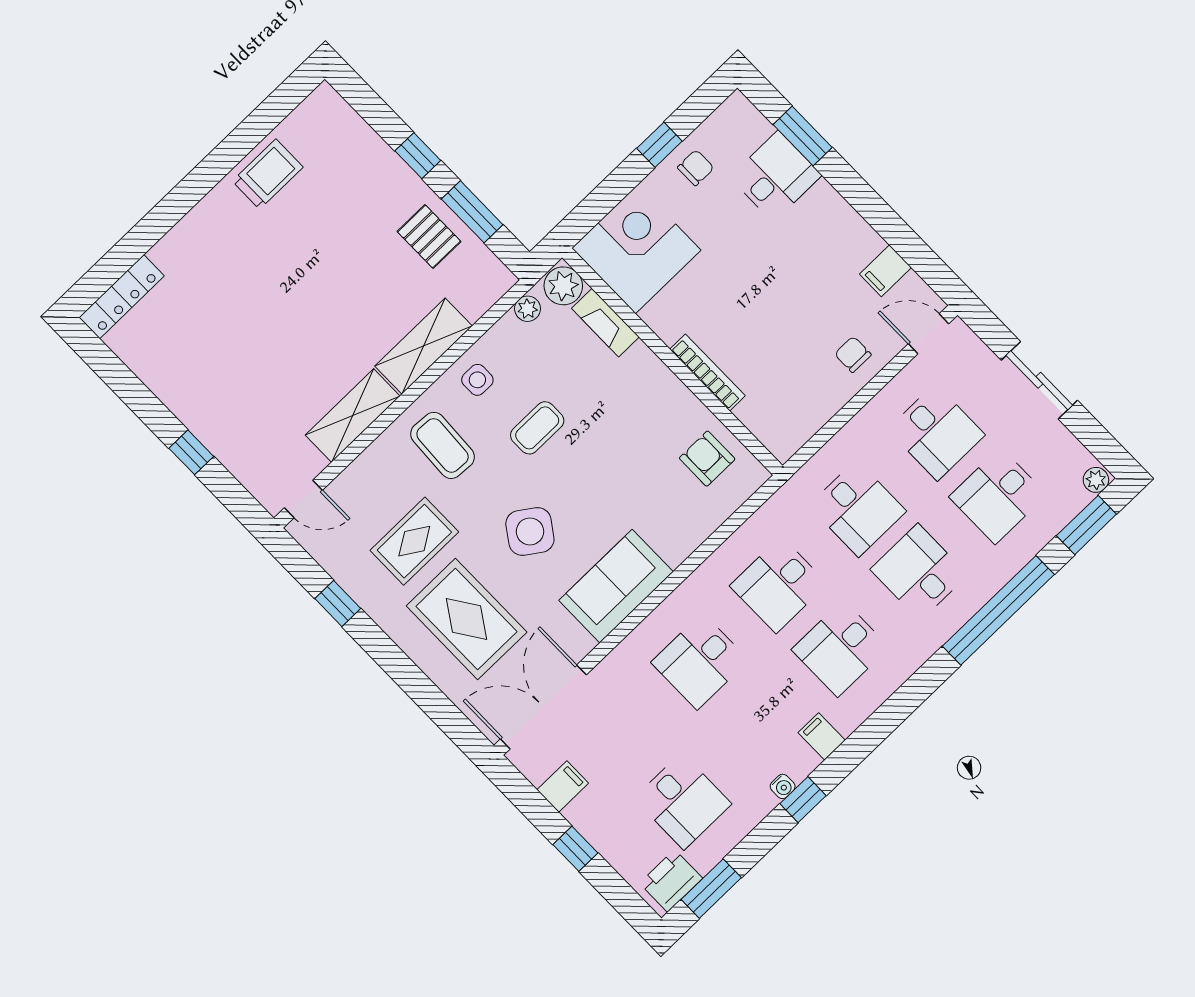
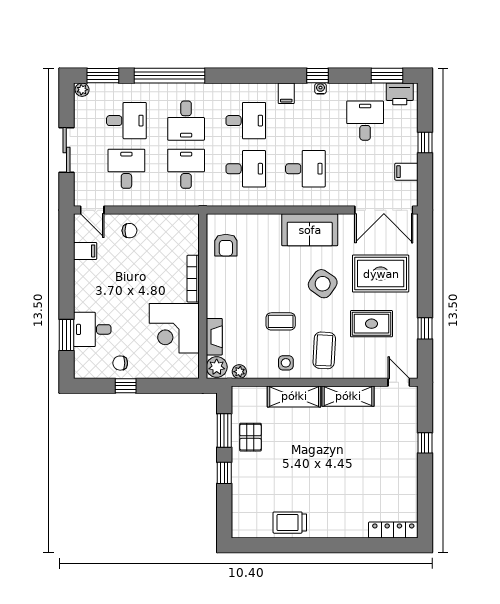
corner desk: (636, 249) -> (174, 328), moved
chair: (853, 354) -> (130, 231), turned -90
rug: (467, 619) -> (381, 274), turned 90

